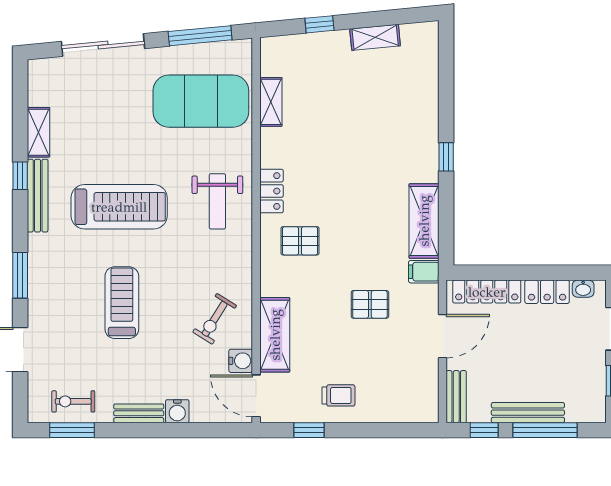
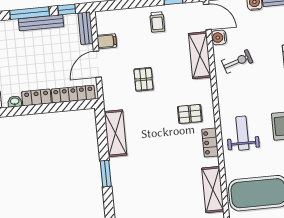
shelving: (271, 102) -> (213, 190), width x1.50, depth x1.33
window: (446, 157) -> (106, 174), width x1.50
filing cabinet: (424, 272) -> (107, 41), moved
pallet: (370, 304) -> (144, 79), turned 90
exercise bike: (215, 319) -> (237, 61), turned 40
trolley: (339, 395) -> (157, 22), turned -90

